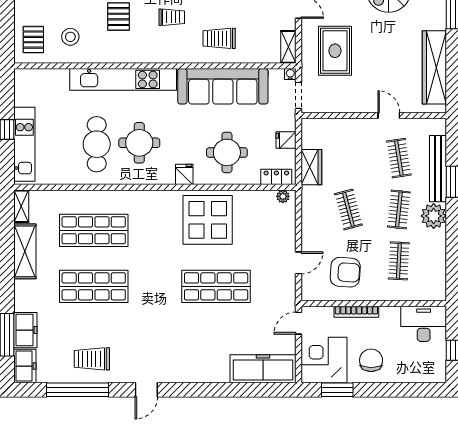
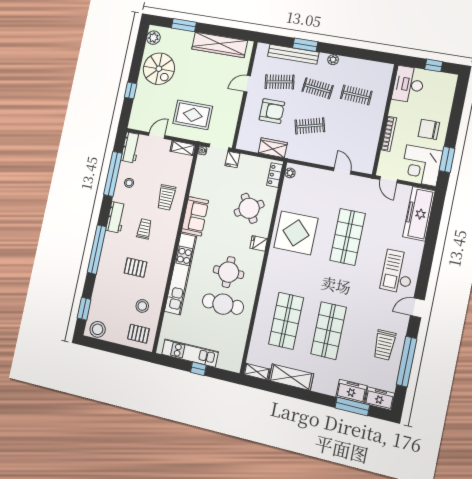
sofa: (223, 86) -> (195, 216), width x0.54, depth x0.79
fridge: (286, 140) -> (232, 159), moved
kitchen unit: (24, 144) -> (190, 353), moved
round table: (227, 152) -> (249, 208), turned -31
plant: (434, 216) -> (333, 60), width x0.53, depth x0.53
armchair: (345, 272) -> (272, 111), moved, turned 86
checkout: (186, 357) -> (398, 272), added
door: (146, 390) -> (417, 308), swing flipped

